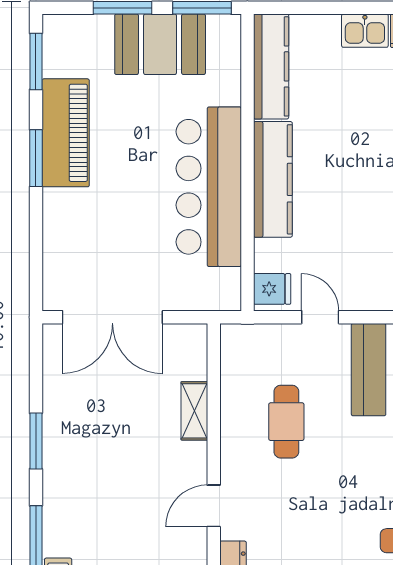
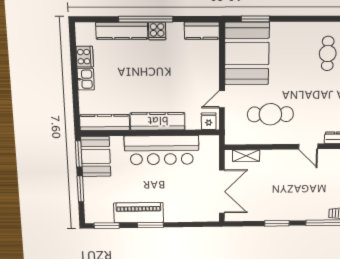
booth: (160, 44) -> (96, 156), moved
shelving: (194, 411) -> (246, 156), moved
cafe table: (286, 422) -> (270, 114), width x1.37, depth x1.35

